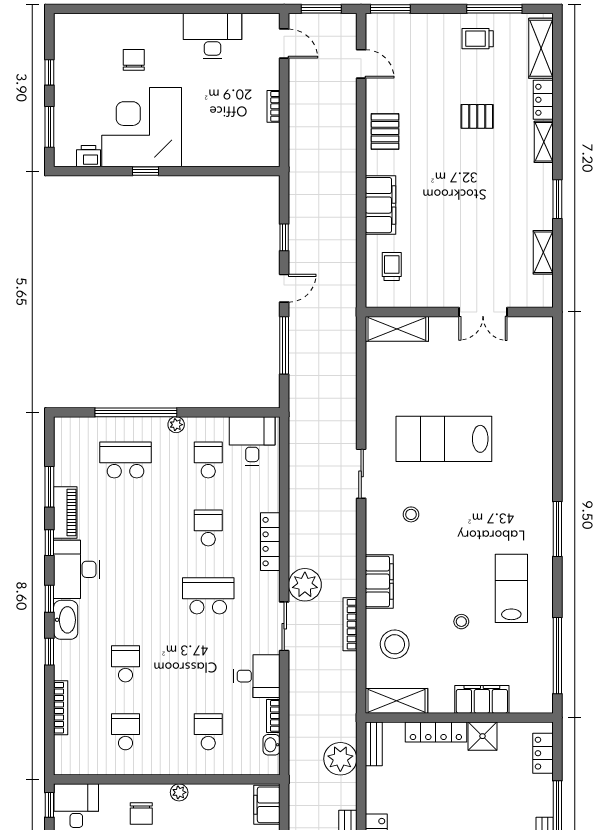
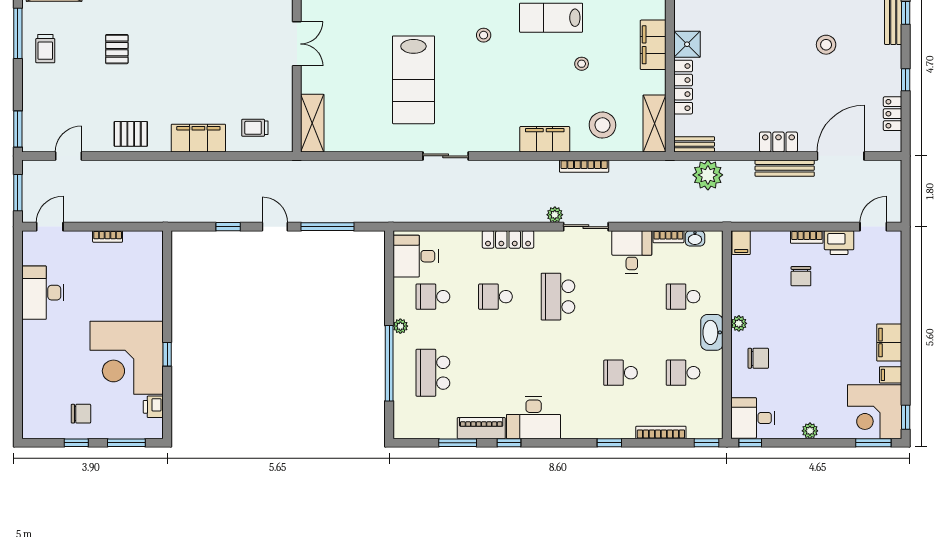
chair: (134, 60) -> (81, 414), moved, turned 180
stool: (411, 514) -> (484, 35), moved
plant: (305, 585) -> (555, 215), width x0.53, depth x0.53
window: (49, 599) -> (706, 443), moved
washbasin: (66, 620) -> (712, 332), moved, turned -90
filing cabinet: (267, 805) -> (741, 243), width x0.50

